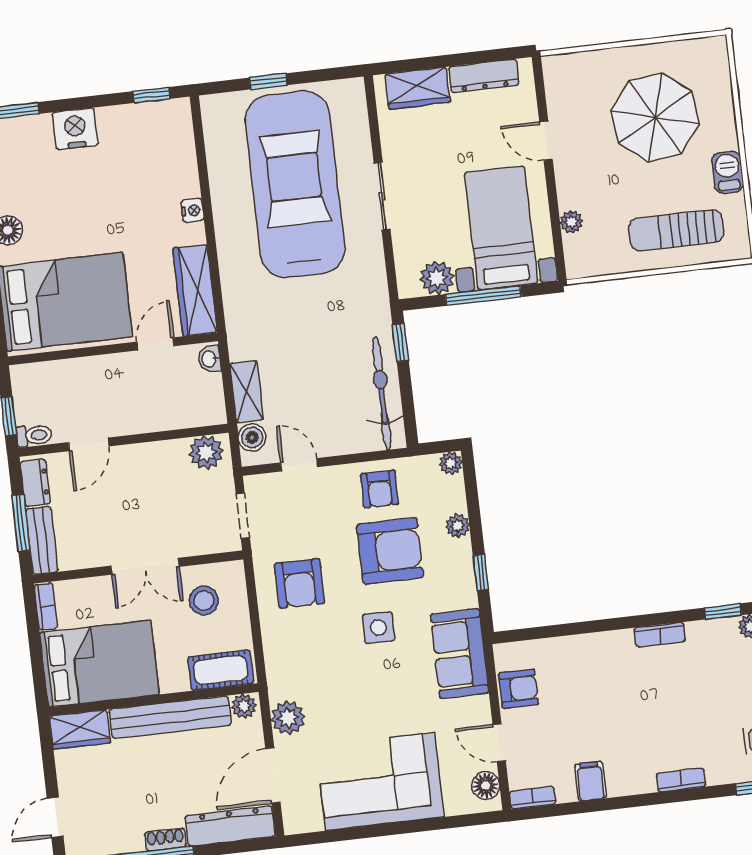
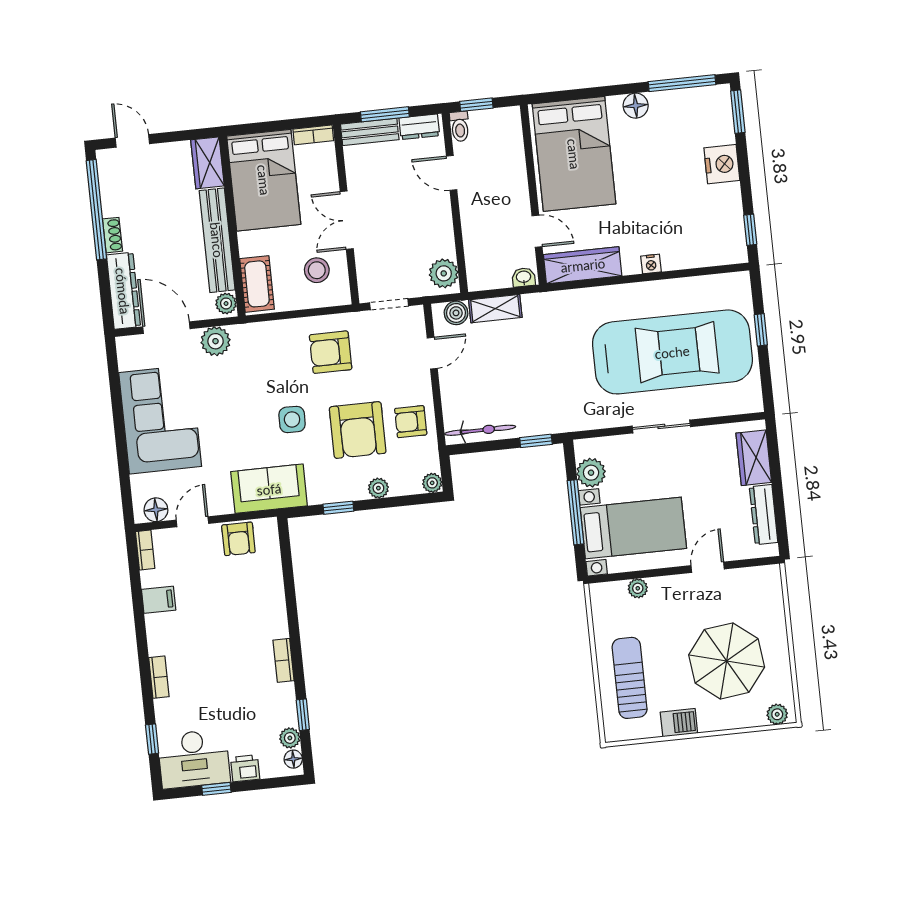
plant: (717, 58) -> (777, 714), added
bicycle: (382, 393) -> (480, 430), width x0.73, depth x0.71

